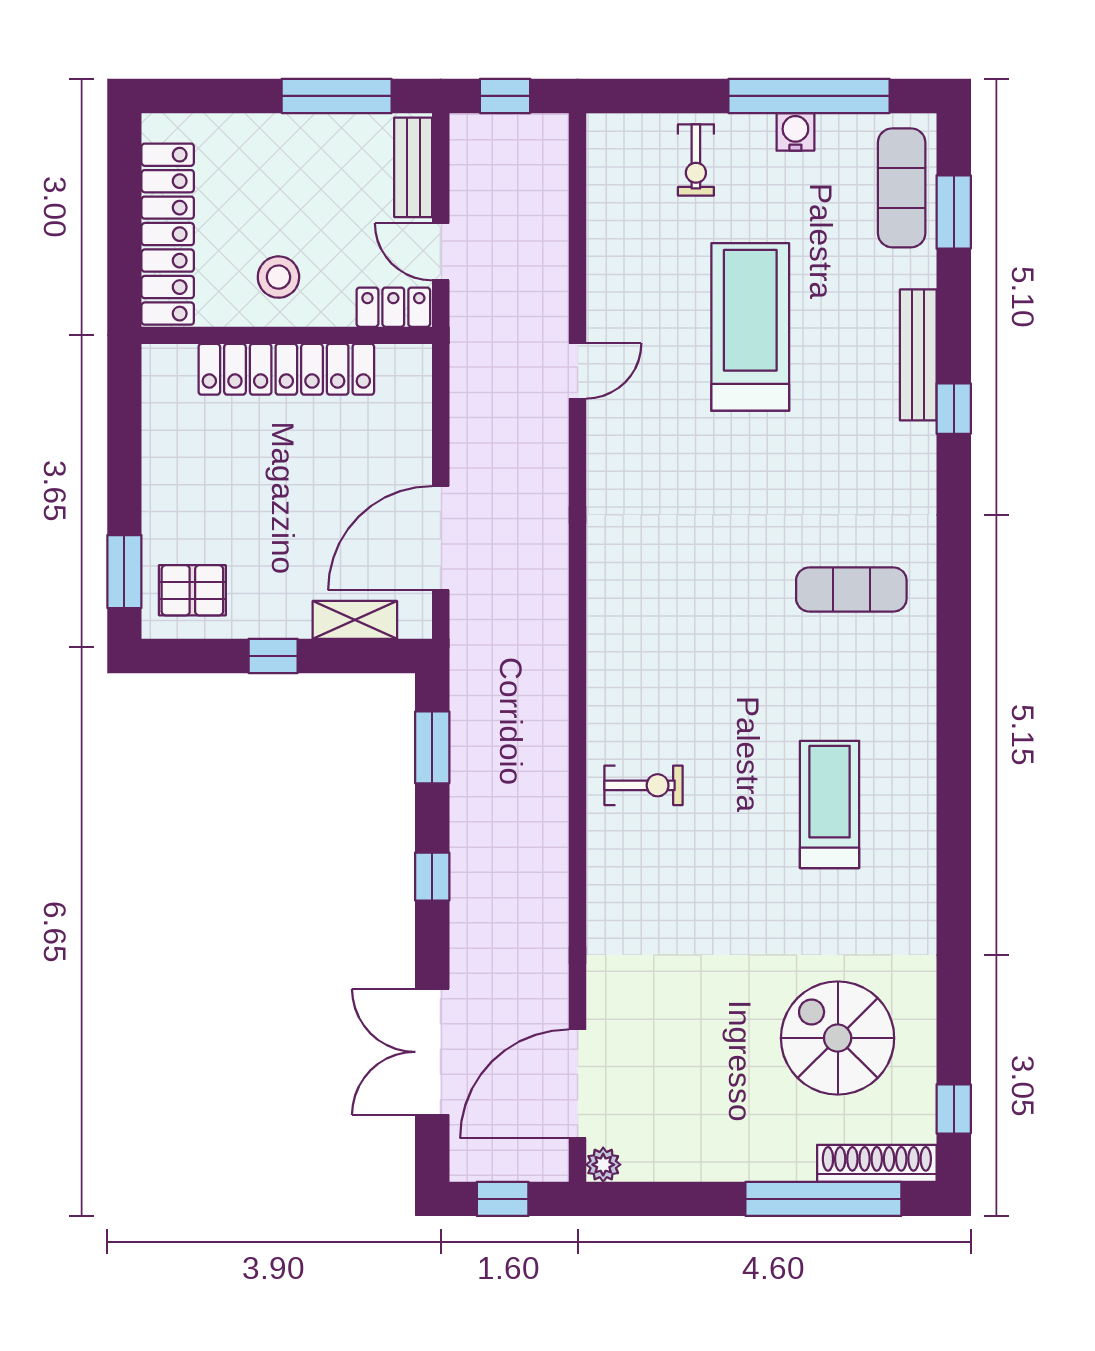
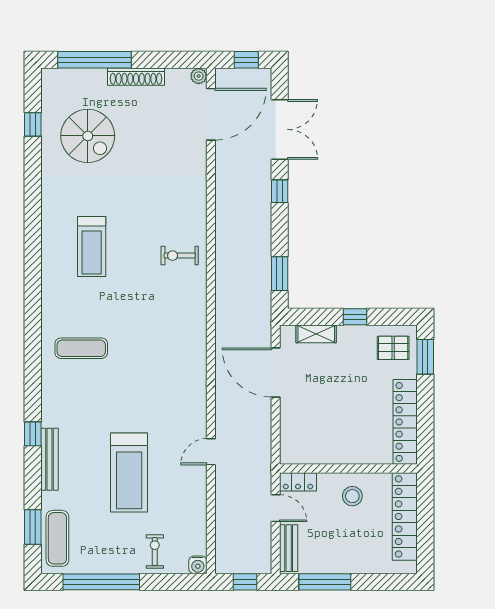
water cooler: (795, 132) -> (198, 565), moved
locker: (286, 369) -> (405, 422), moved, turned -90
door: (441, 538) -> (276, 373), swing flipped
window: (432, 877) -> (280, 191), moved
window: (954, 1109) -> (33, 124), moved
shoe rack: (877, 1163) -> (136, 77), moved

